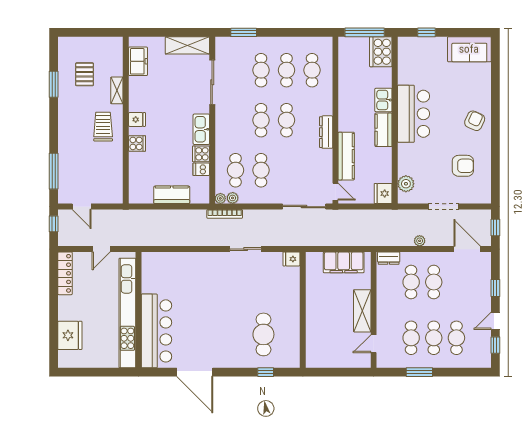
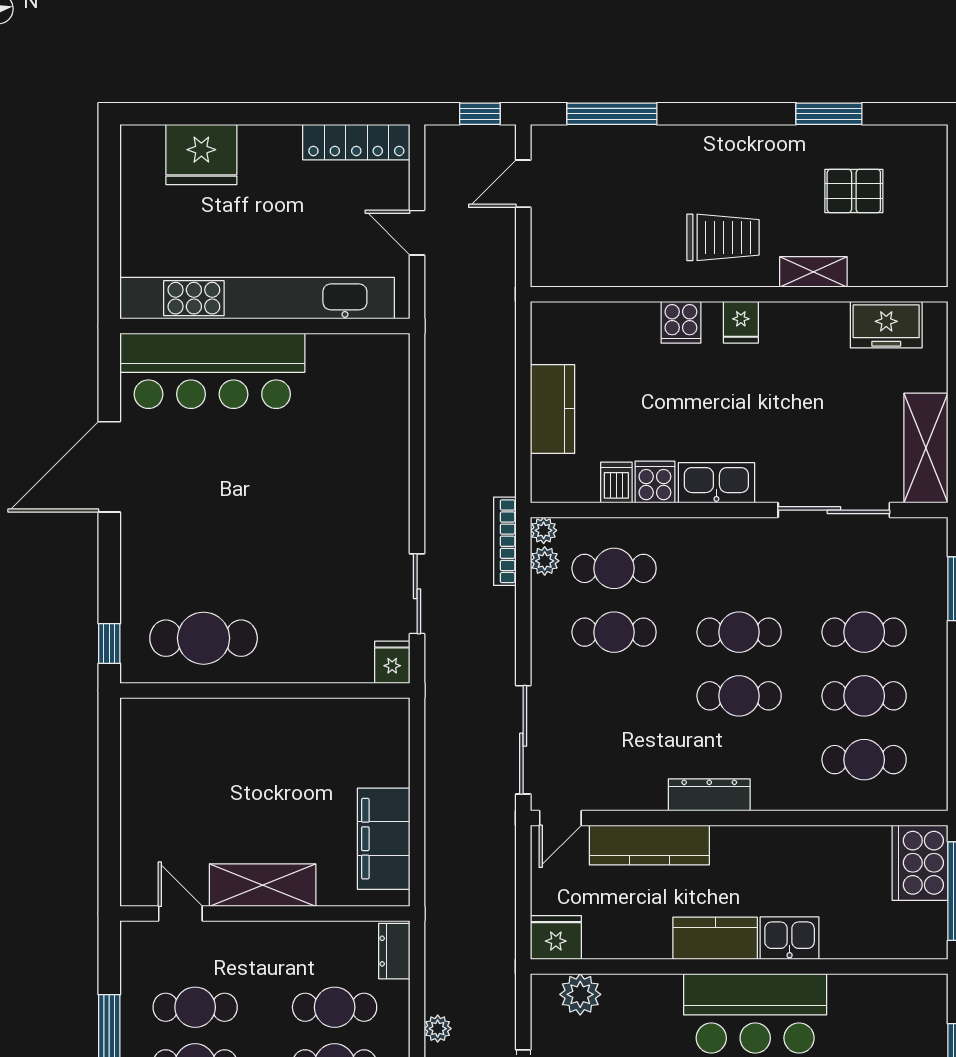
cooker: (381, 52) -> (920, 863), moved, turned -90
fridge: (292, 259) -> (392, 662), moved
wall: (303, 310) -> (265, 691), moved

